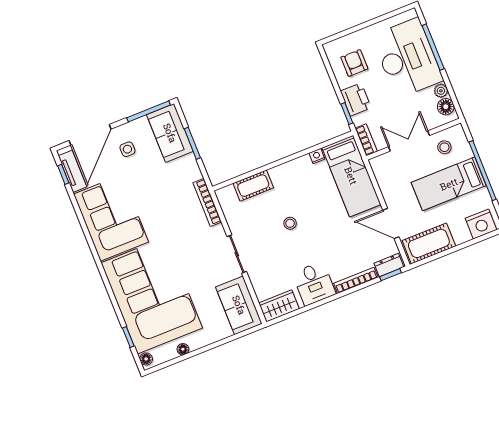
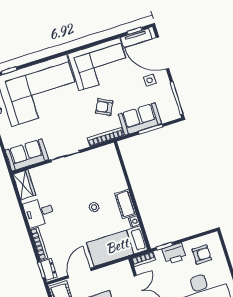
sofa: (170, 133) -> (140, 119), moved
cot: (253, 186) -> (126, 204), moved
armchair: (168, 207) -> (104, 107), added
stool: (290, 223) -> (94, 207), moved

